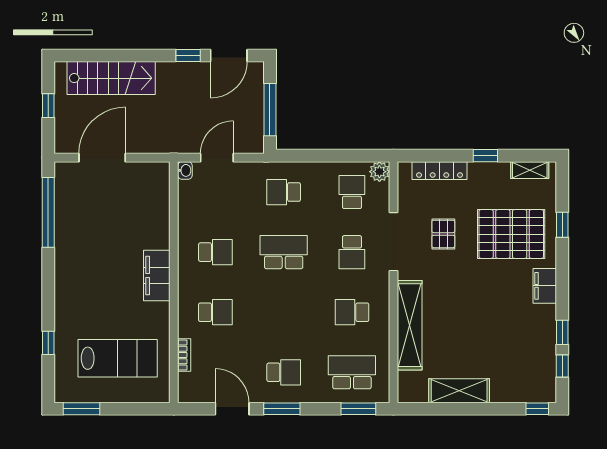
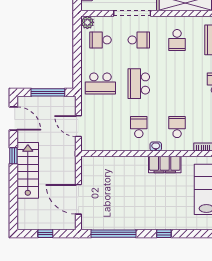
window: (188, 56) -> (13, 156), moved
stairs: (111, 78) -> (28, 170), moved
washbasin: (185, 170) -> (156, 146), moved
school desk: (284, 192) -> (100, 84), width x1.85
filing cabinet: (157, 275) -> (165, 164), moved
window: (48, 343) -> (164, 234), moved

